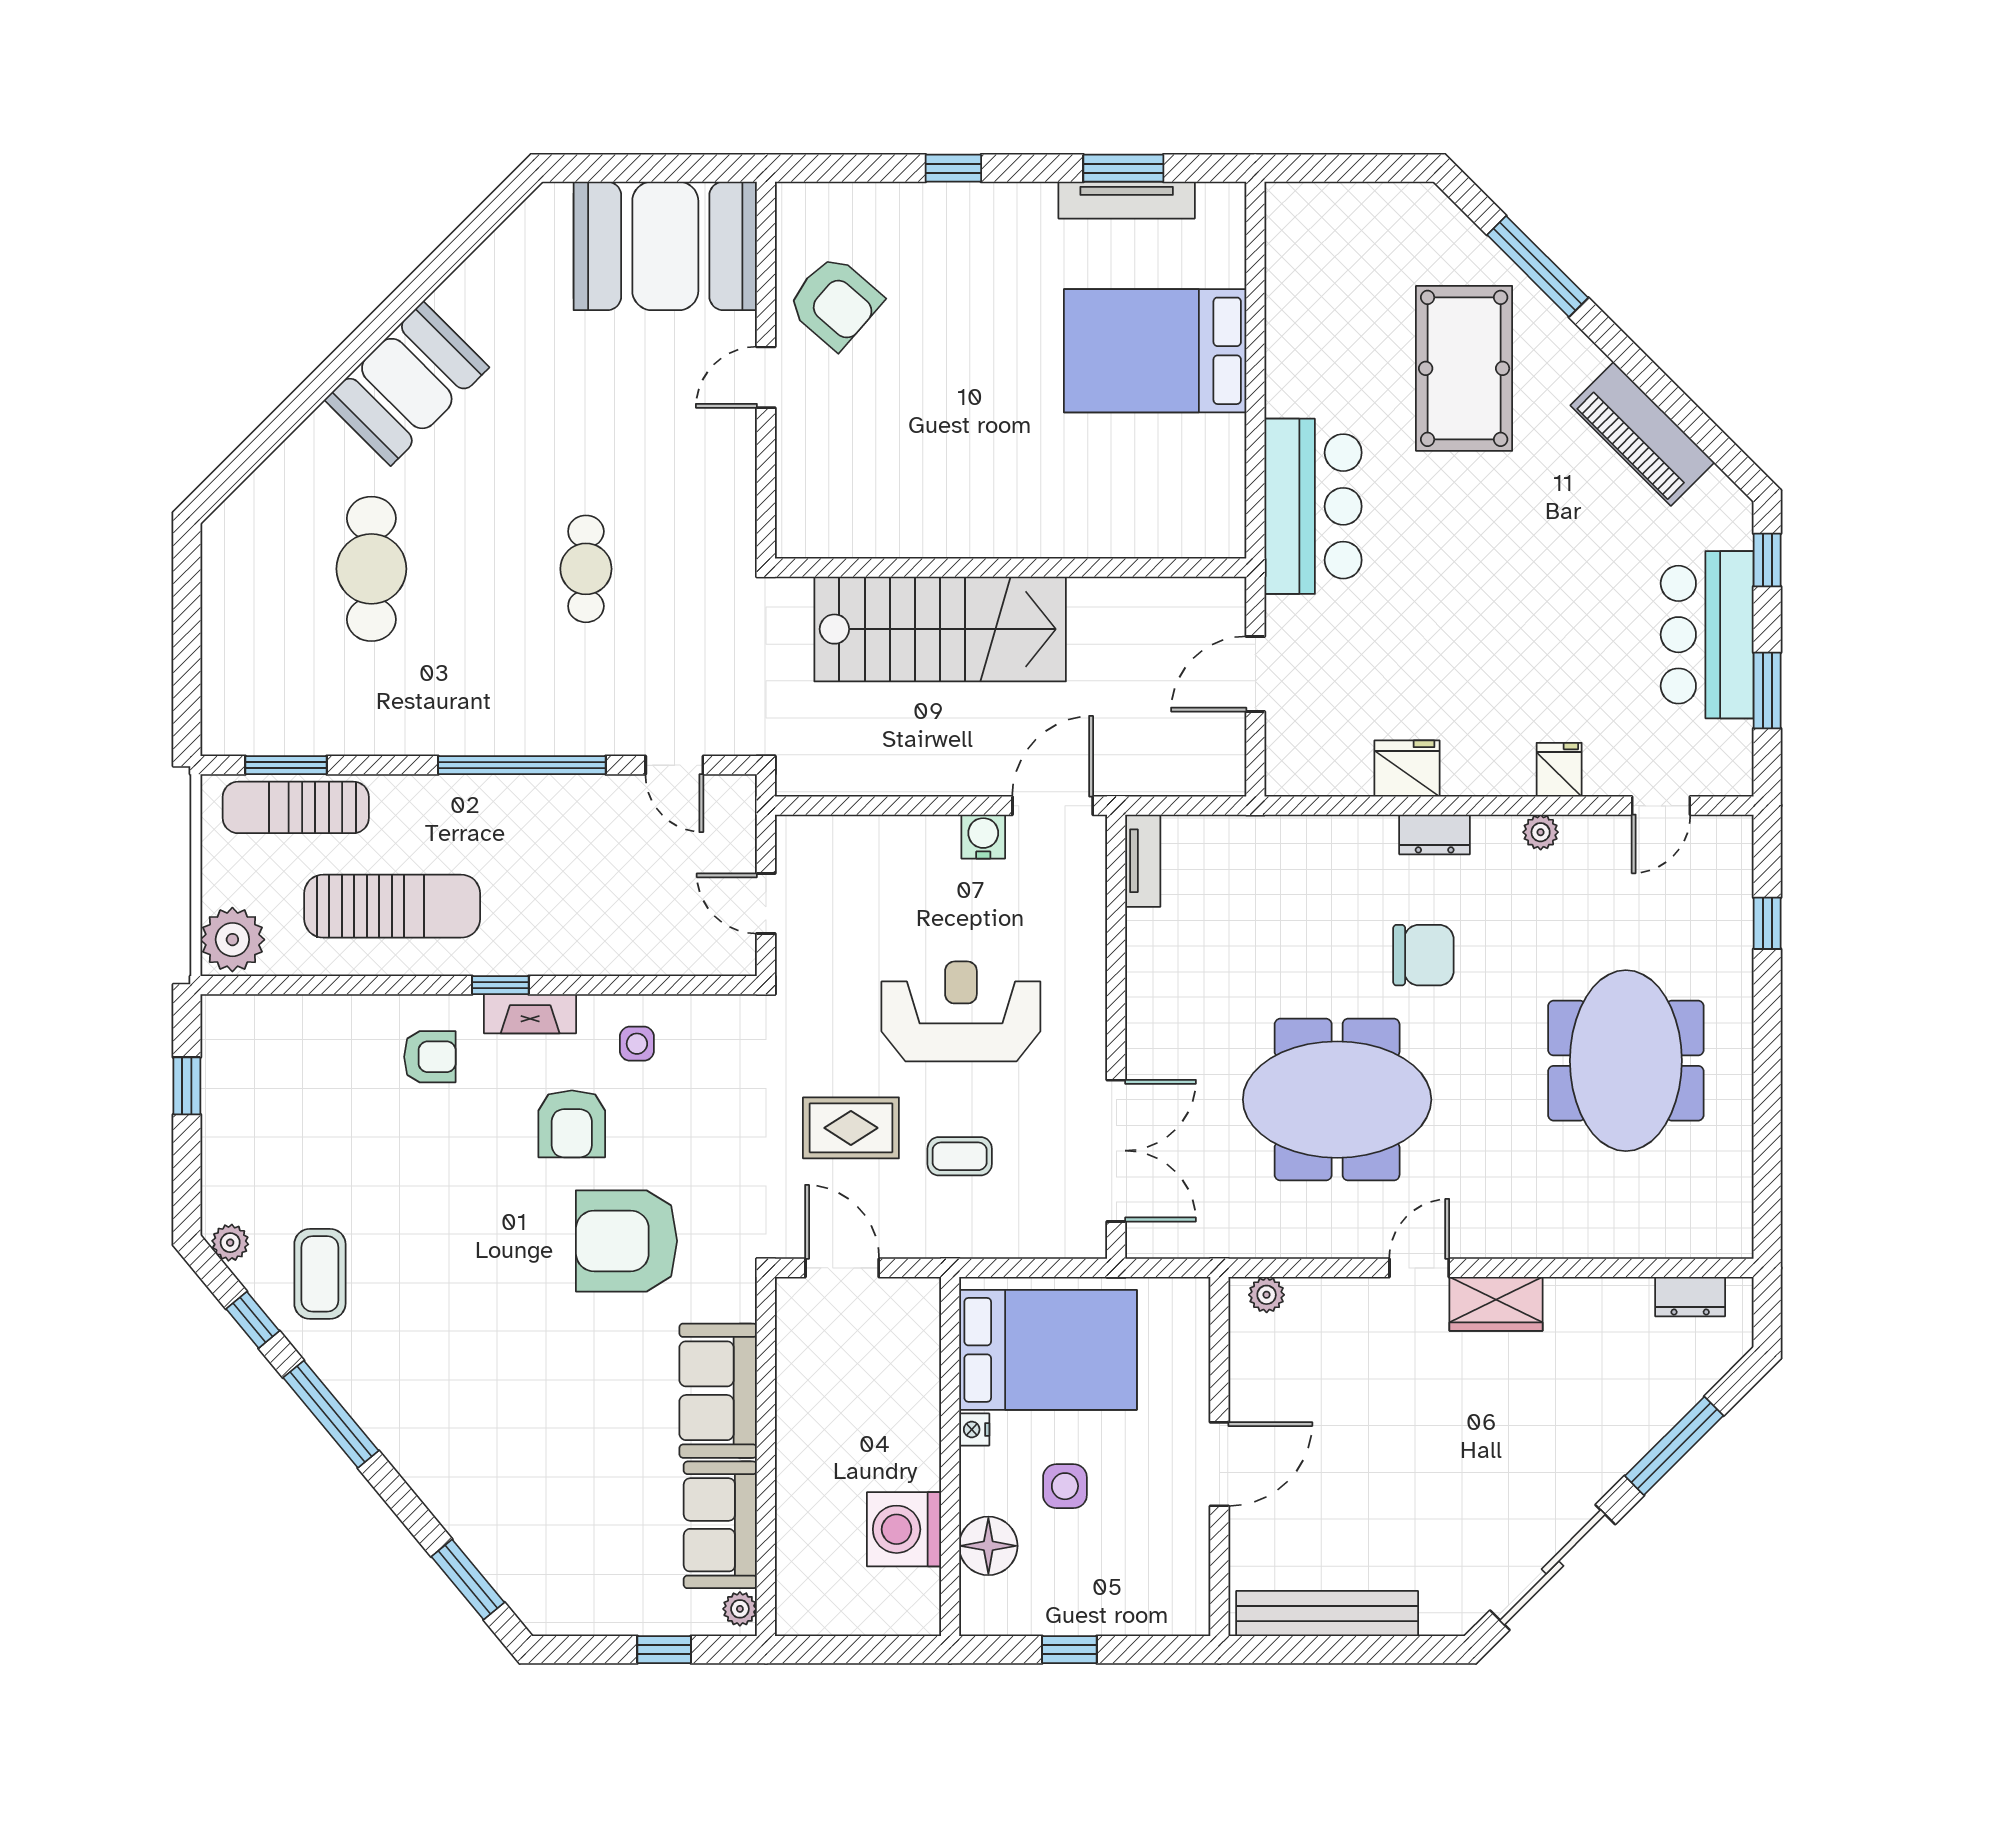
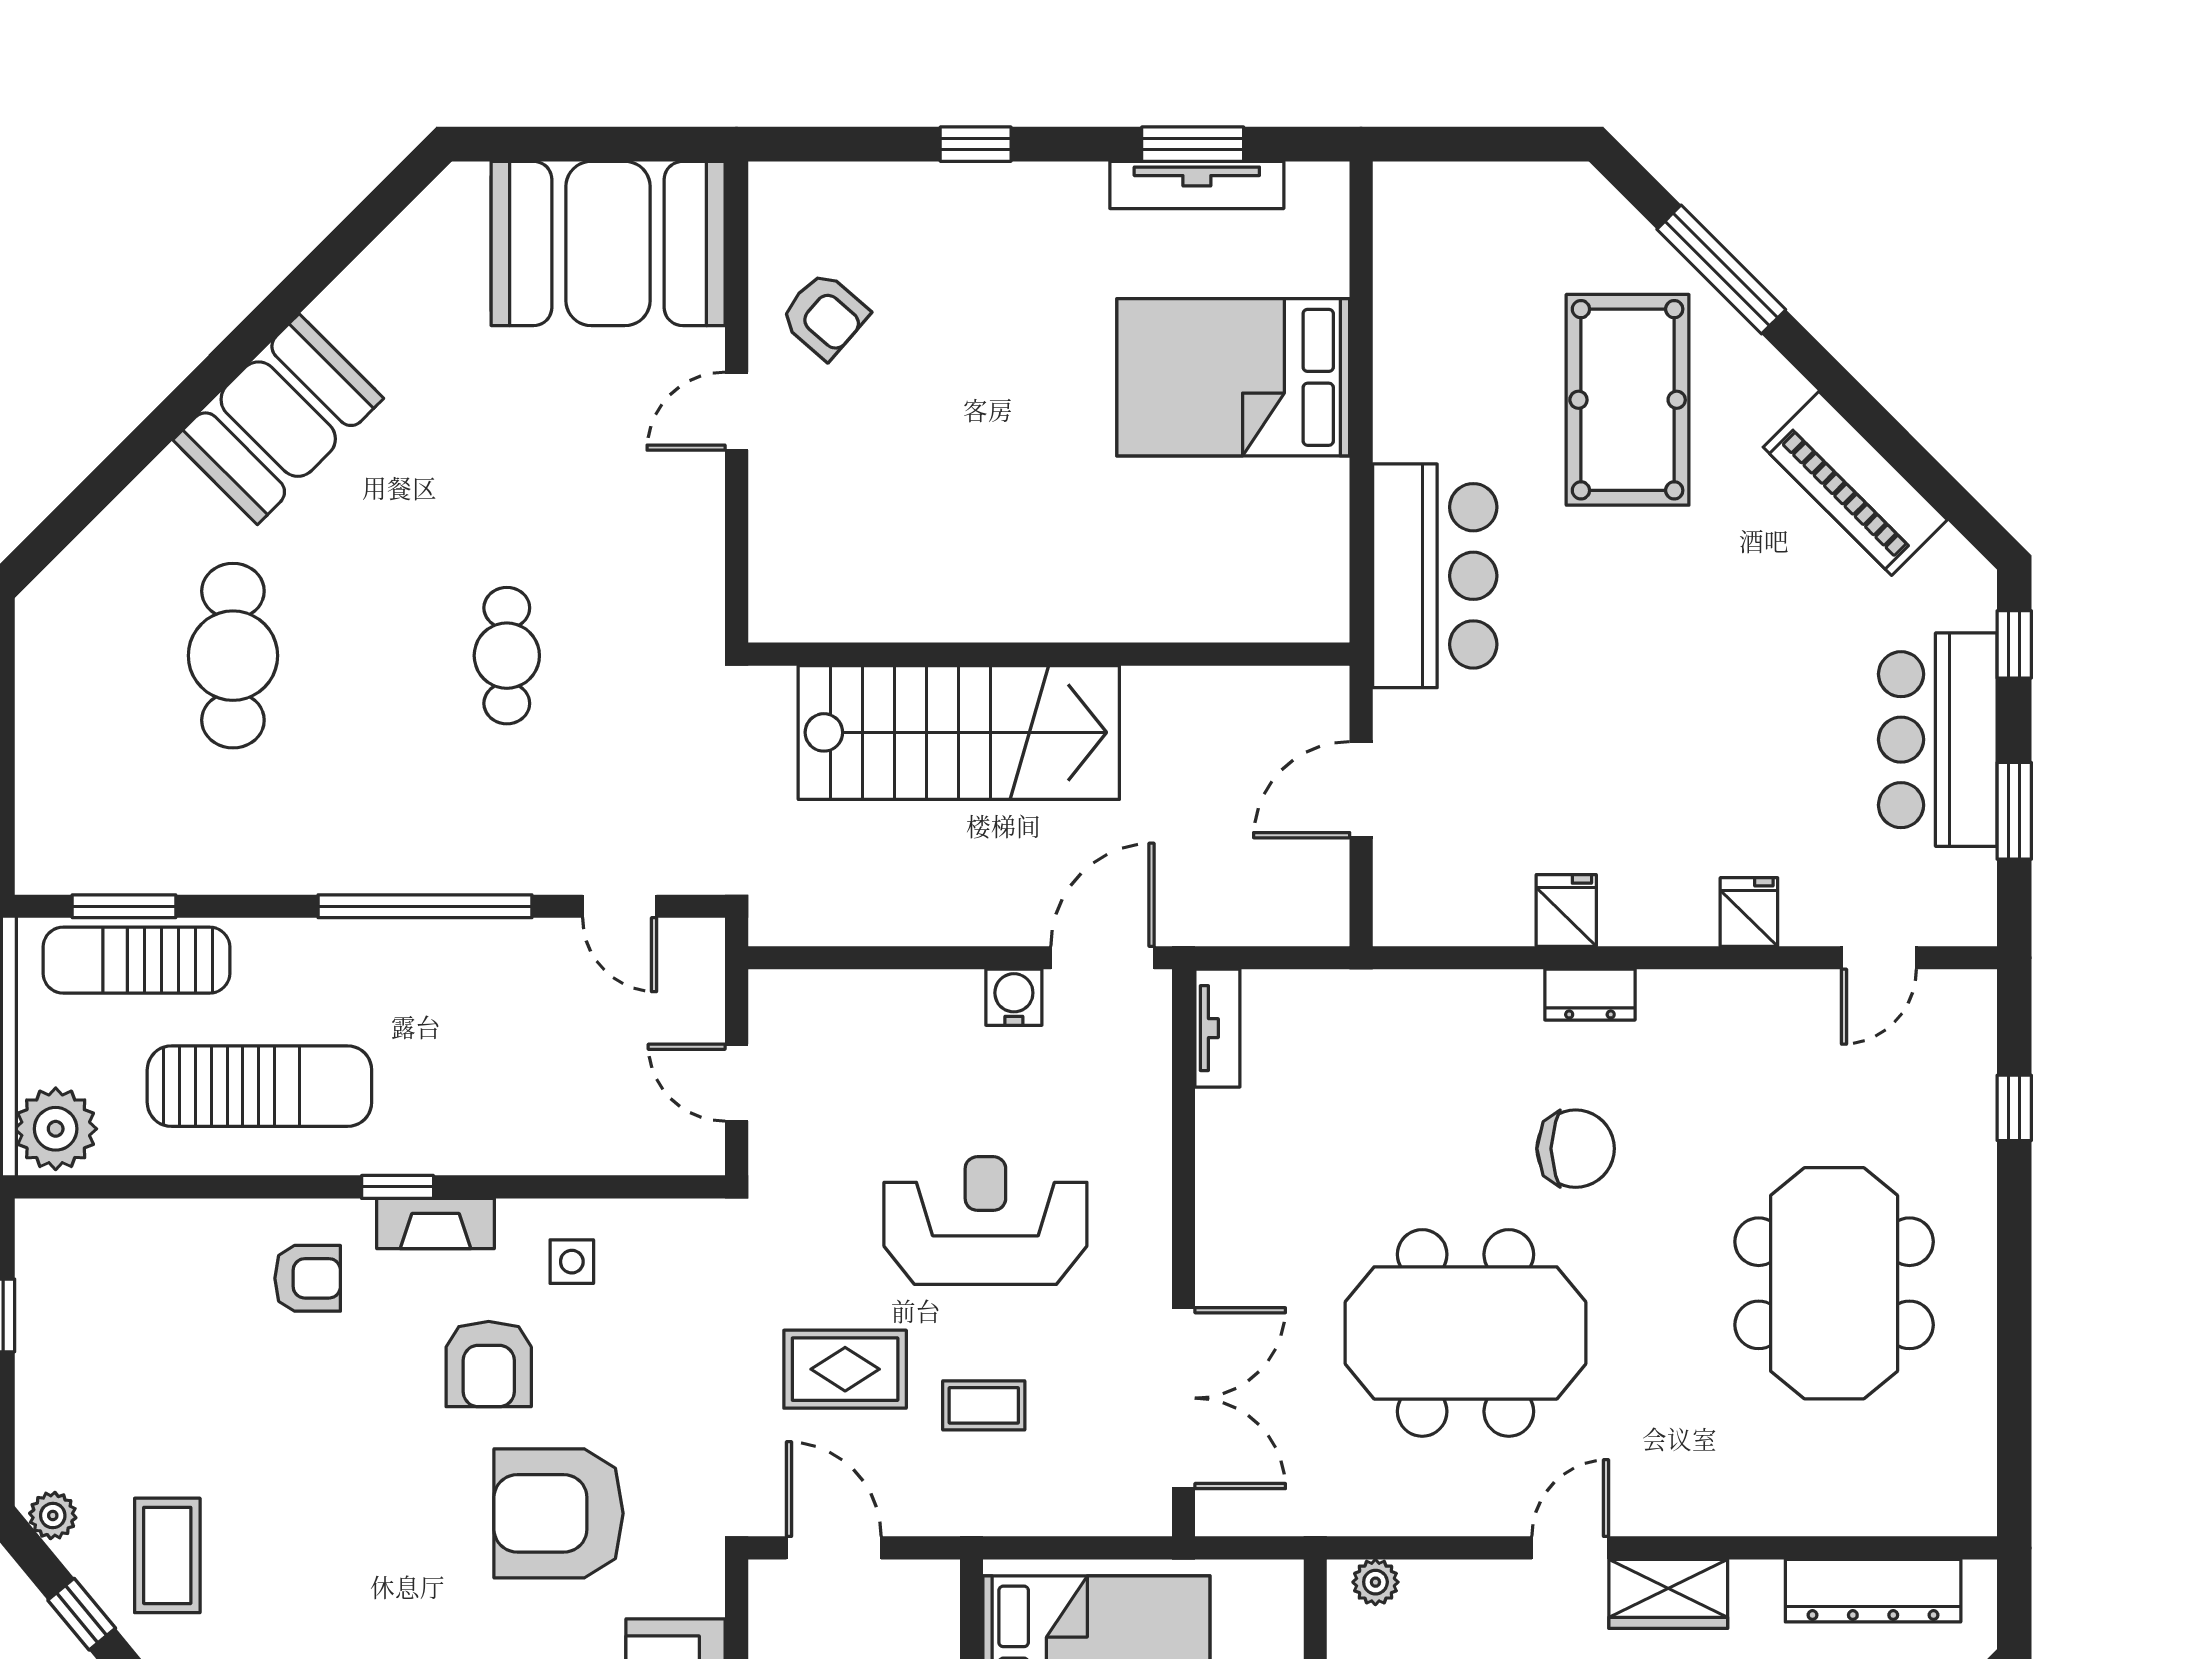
armchair: (835, 302) -> (824, 315), width x0.72, depth x0.72
fridge: (1407, 768) -> (1566, 910), width x0.72
plant: (1541, 832) -> (1725, 992), removed
dresser: (1690, 1297) -> (1873, 1591), width x1.96, depth x1.24

